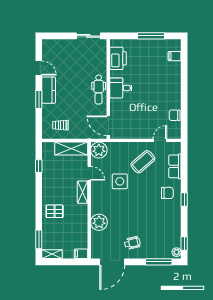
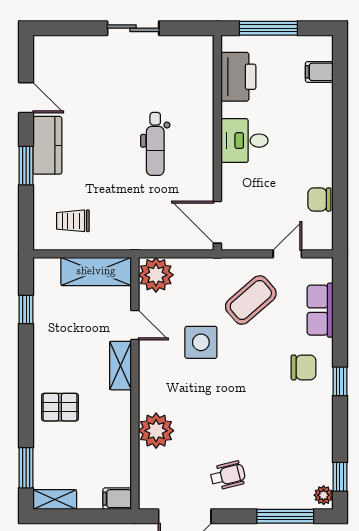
printer: (118, 58) -> (238, 77), moved
desk: (121, 88) -> (244, 141), moved
wall: (108, 89) -> (217, 143), moved
door: (108, 126) -> (217, 222), moved

